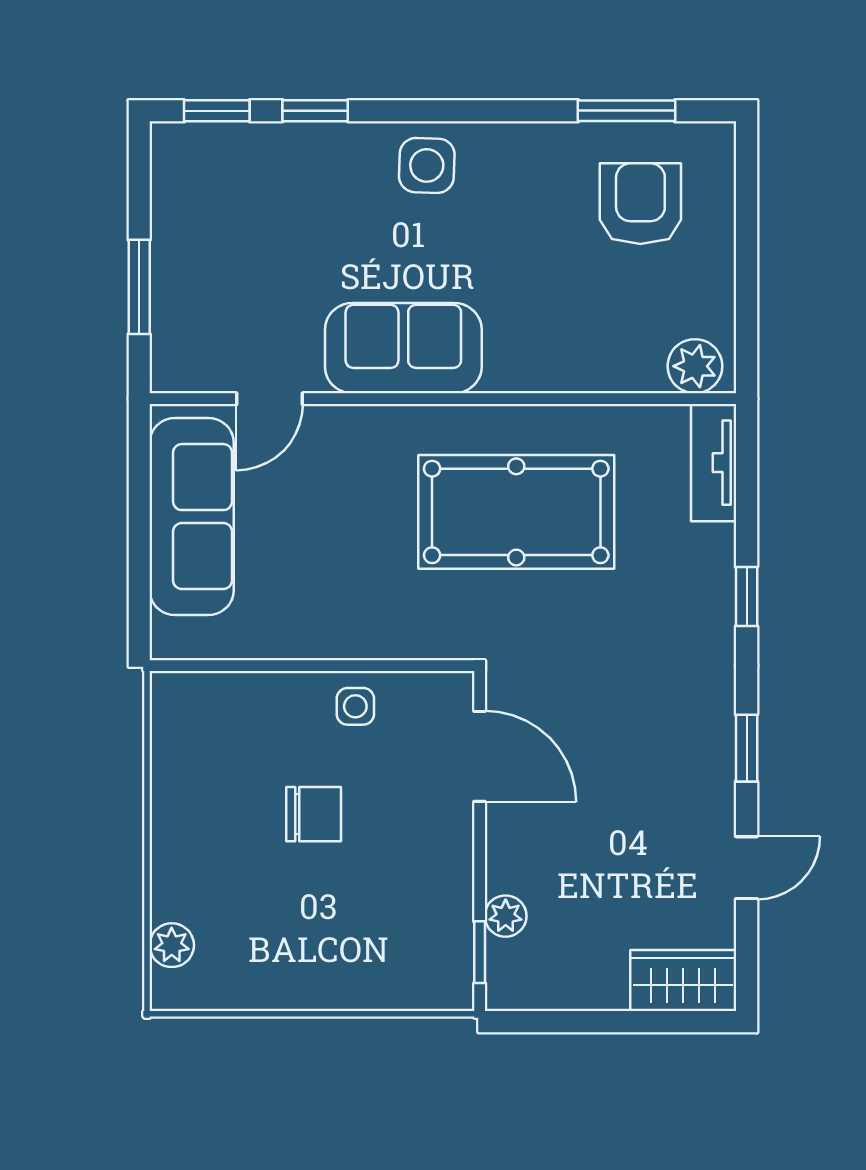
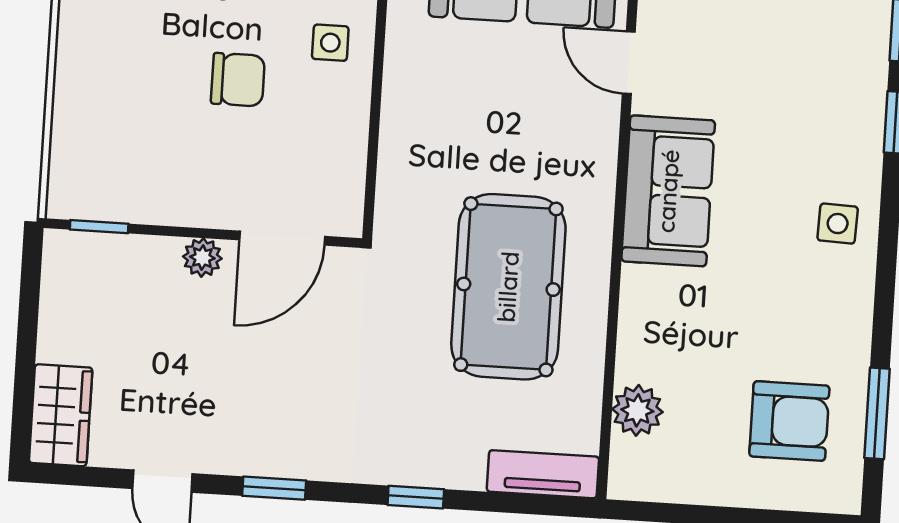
side table: (427, 165) -> (838, 224), width x0.73, depth x0.73
plant: (695, 366) -> (637, 410), moved
side table: (355, 706) -> (330, 43), moved
chair: (314, 814) -> (238, 80), turned -90
plant: (506, 916) -> (202, 257), moved

